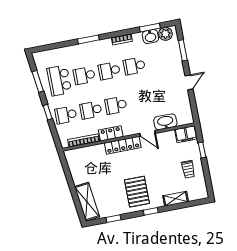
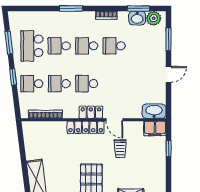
washbasin: (165, 122) -> (154, 111), moved
locker: (111, 133) -> (91, 112), moved
trolley: (188, 169) -> (120, 149), moved

